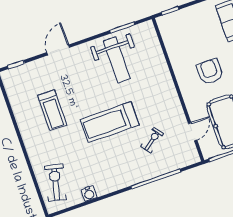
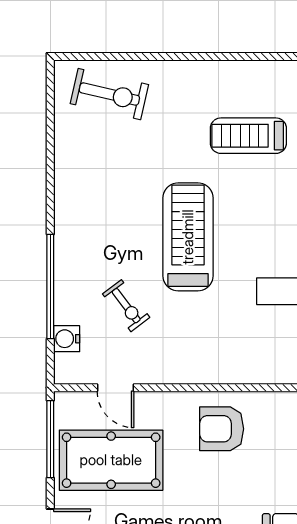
armchair: (210, 72) -> (222, 429), moved, turned 180
water cooler: (89, 194) -> (67, 339), moved

